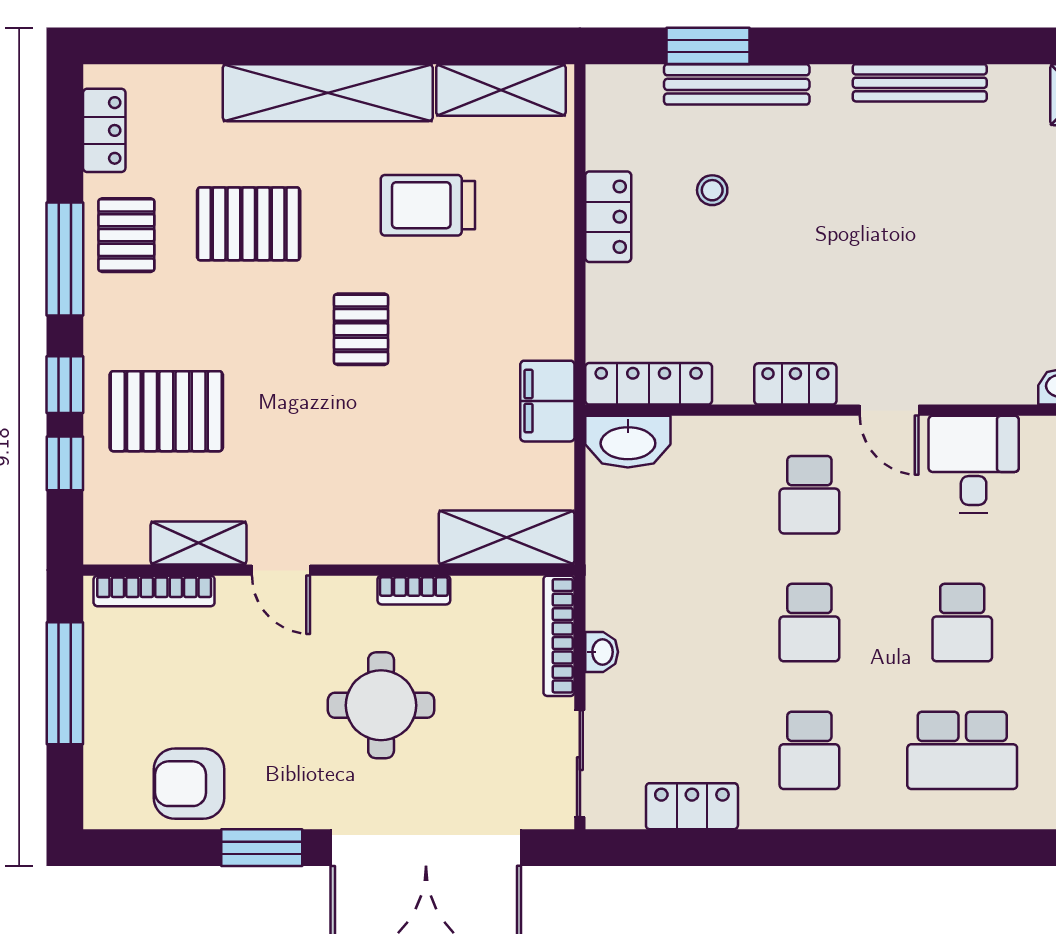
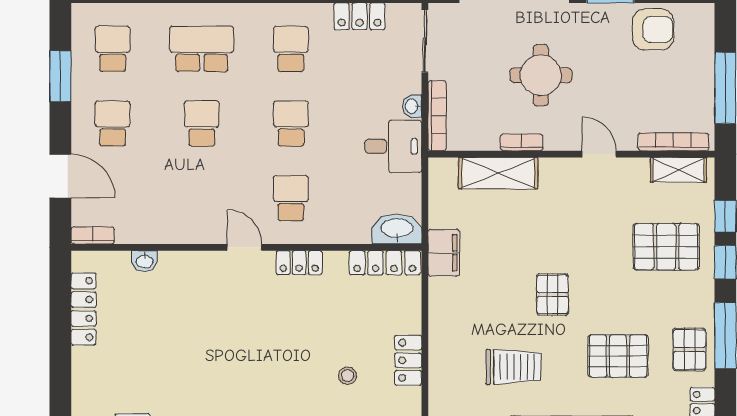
desk: (974, 464) -> (393, 146), moved, turned -90
shelving: (507, 537) -> (498, 173), moved
shelving: (199, 543) -> (678, 170), moved

